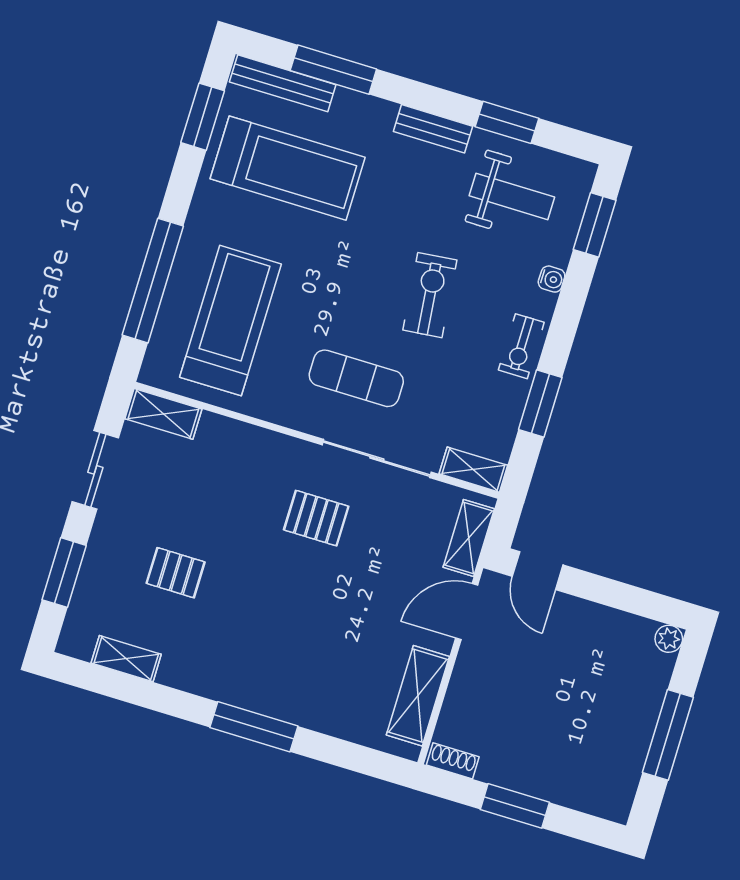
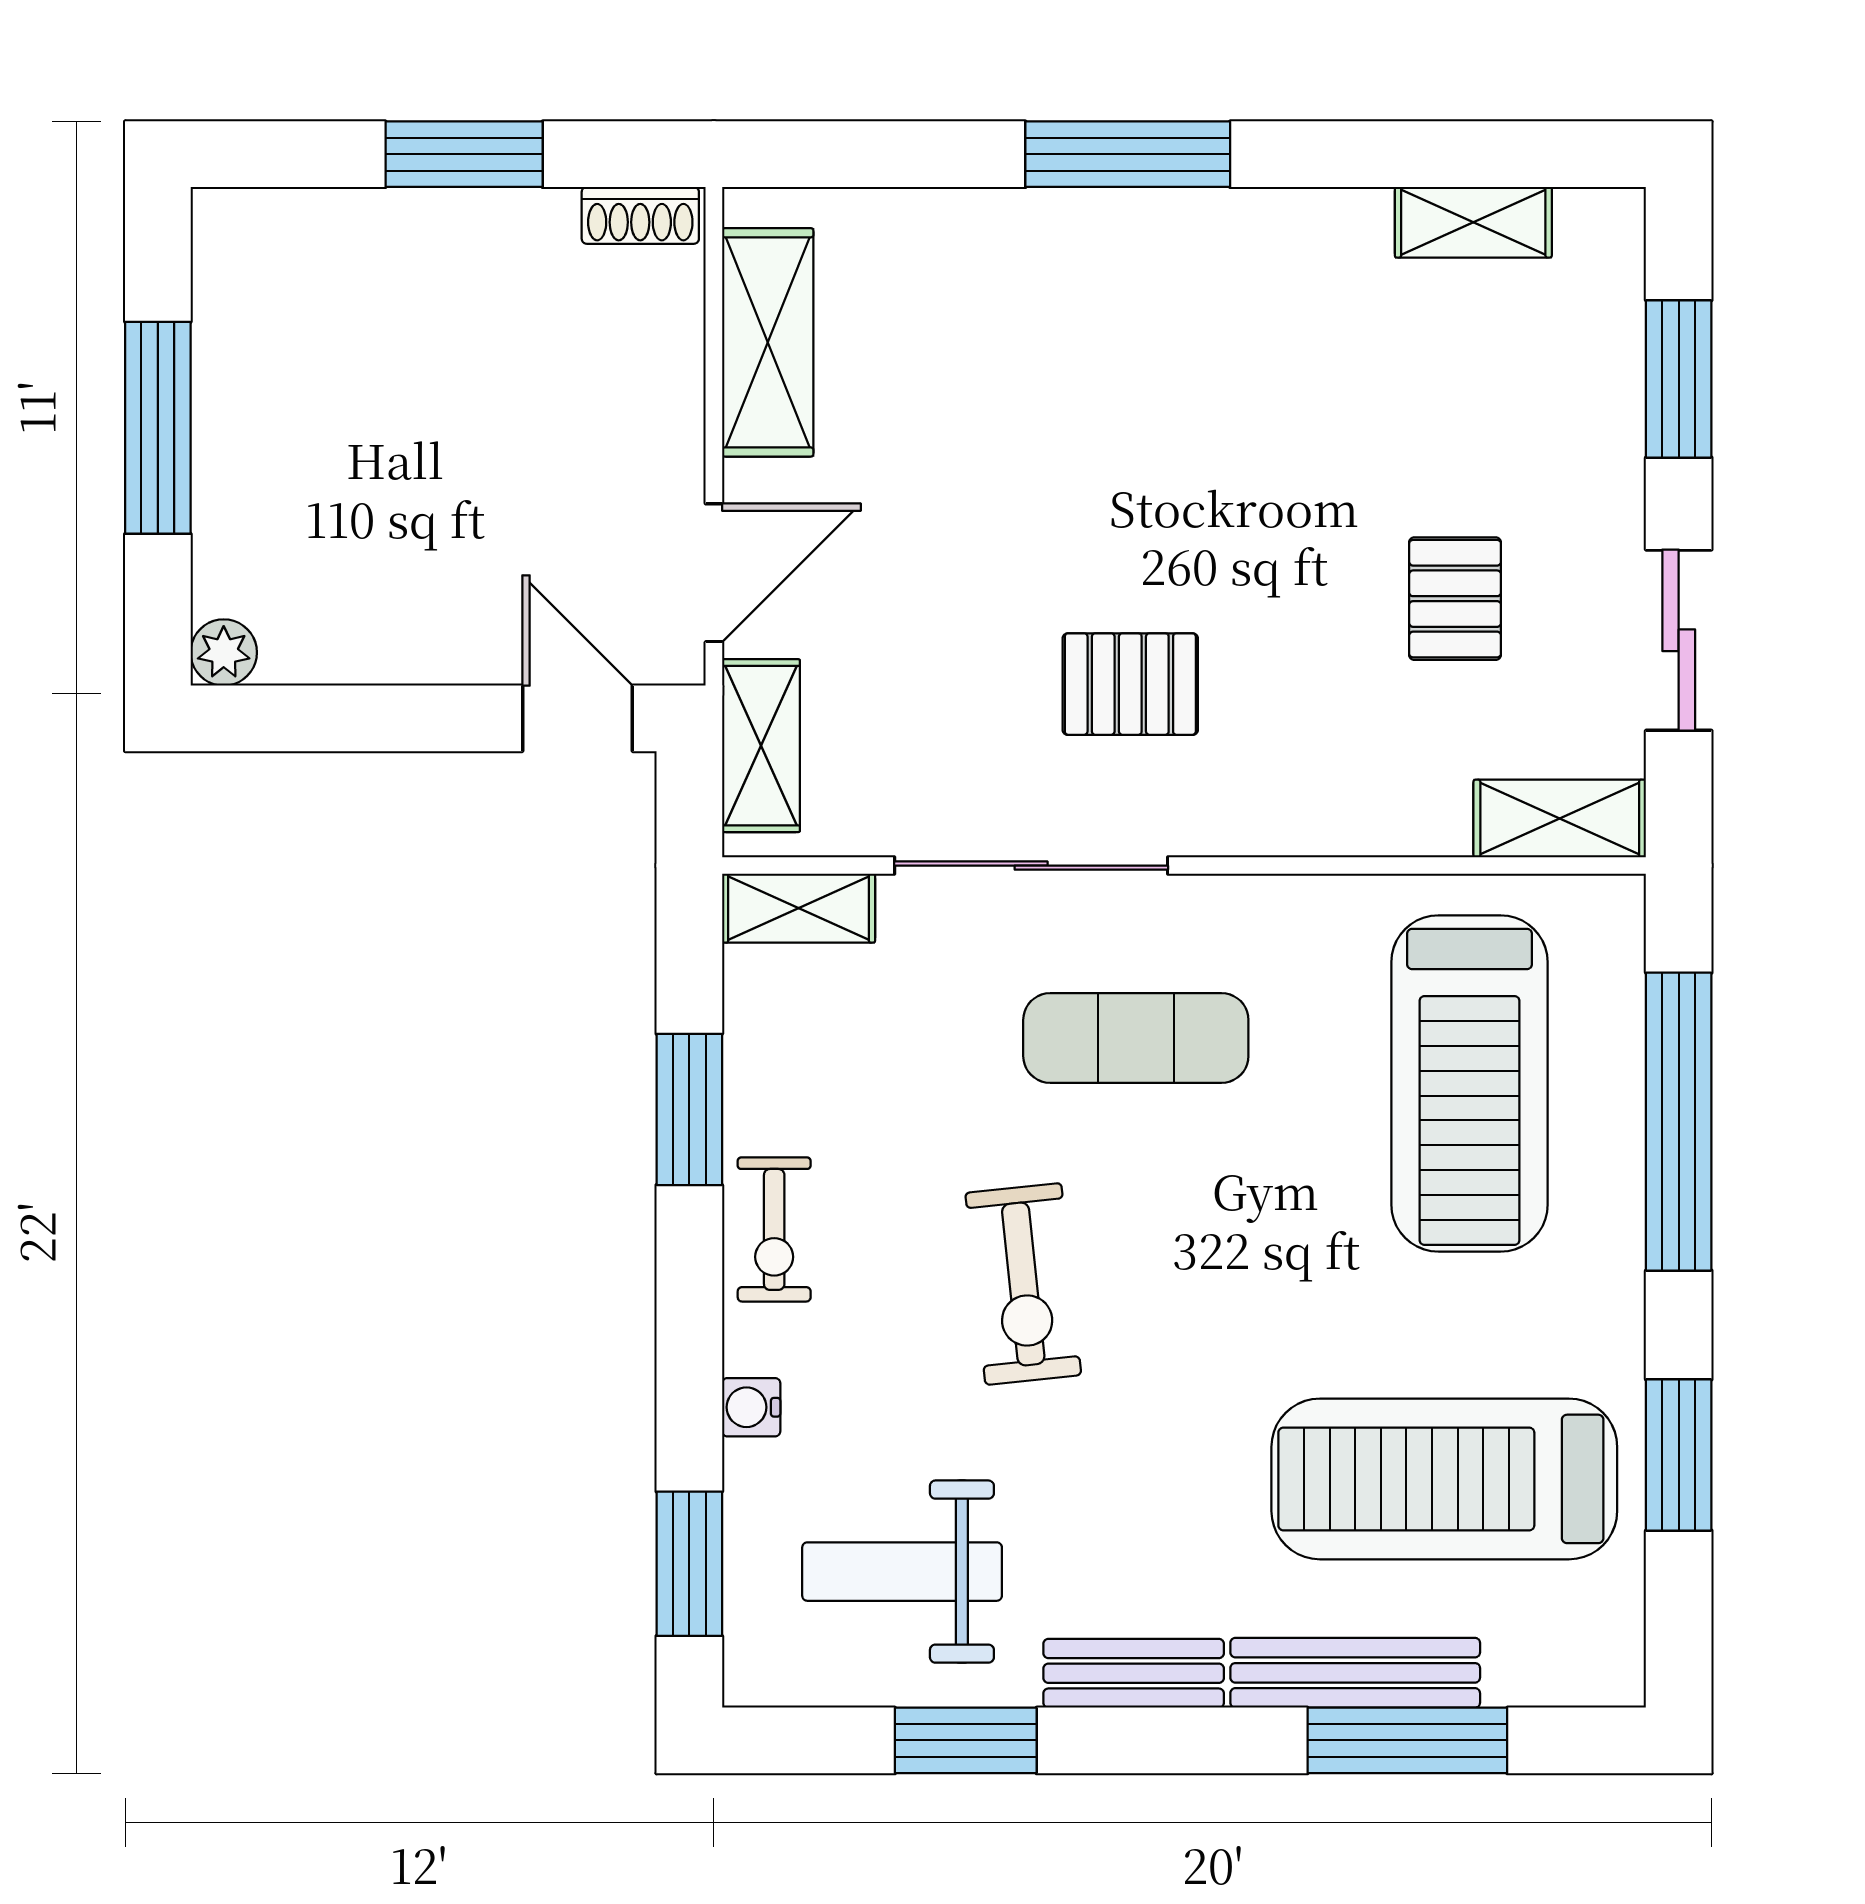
bench: (283, 83) -> (1355, 1673), moved
window: (203, 117) -> (1679, 1455), moved
exercise bike: (521, 346) -> (774, 1229), turned 180
pallet: (176, 573) -> (1455, 599), moved, turned 90

